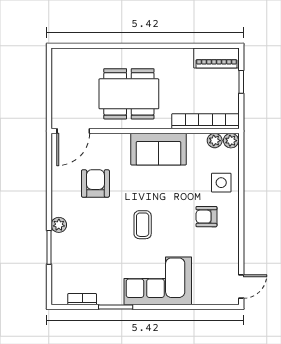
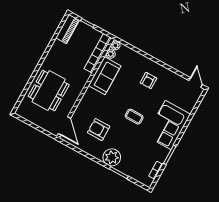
dining table: (129, 94) -> (49, 91), moved
sofa: (159, 149) -> (105, 76), moved
side table: (221, 183) -> (135, 63), removed
plant: (59, 225) -> (112, 157), width x1.88, depth x1.88

